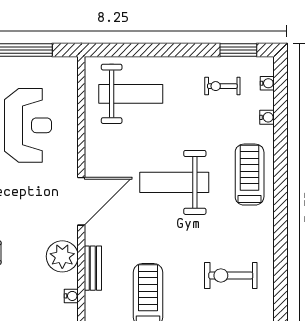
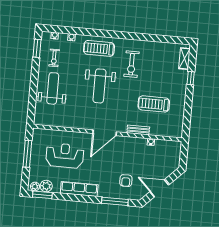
weight bench: (131, 94) -> (53, 88), moved
door: (81, 201) -> (105, 133), swing flipped
plant: (62, 256) -> (131, 145), removed
exercise bike: (231, 275) -> (132, 64), moved

